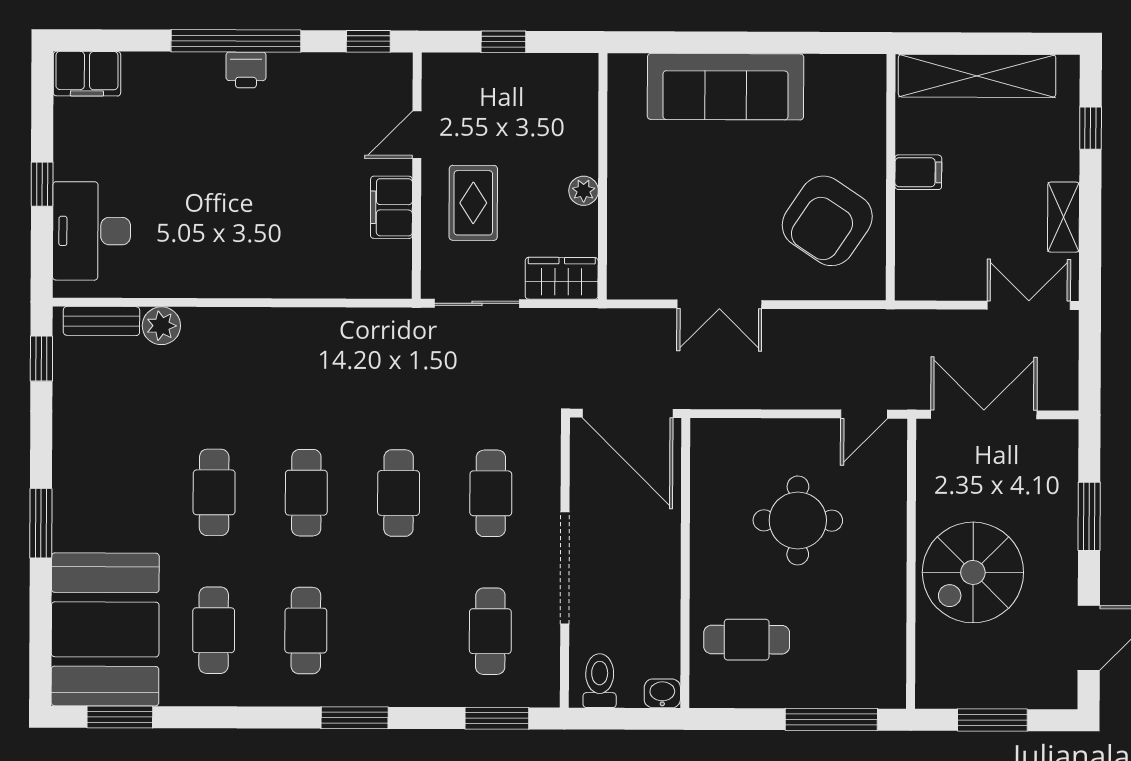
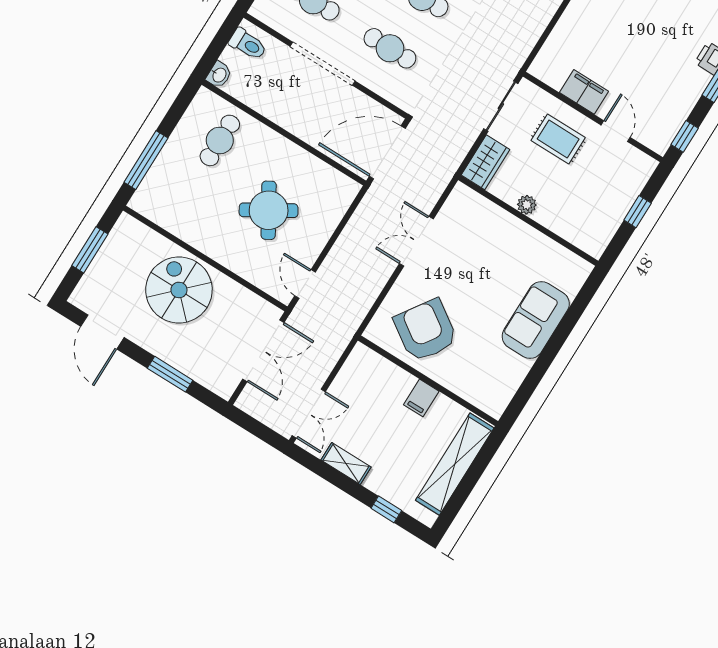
sofa: (726, 87) -> (536, 320), width x0.73
round table: (798, 520) -> (269, 210), turned -31

